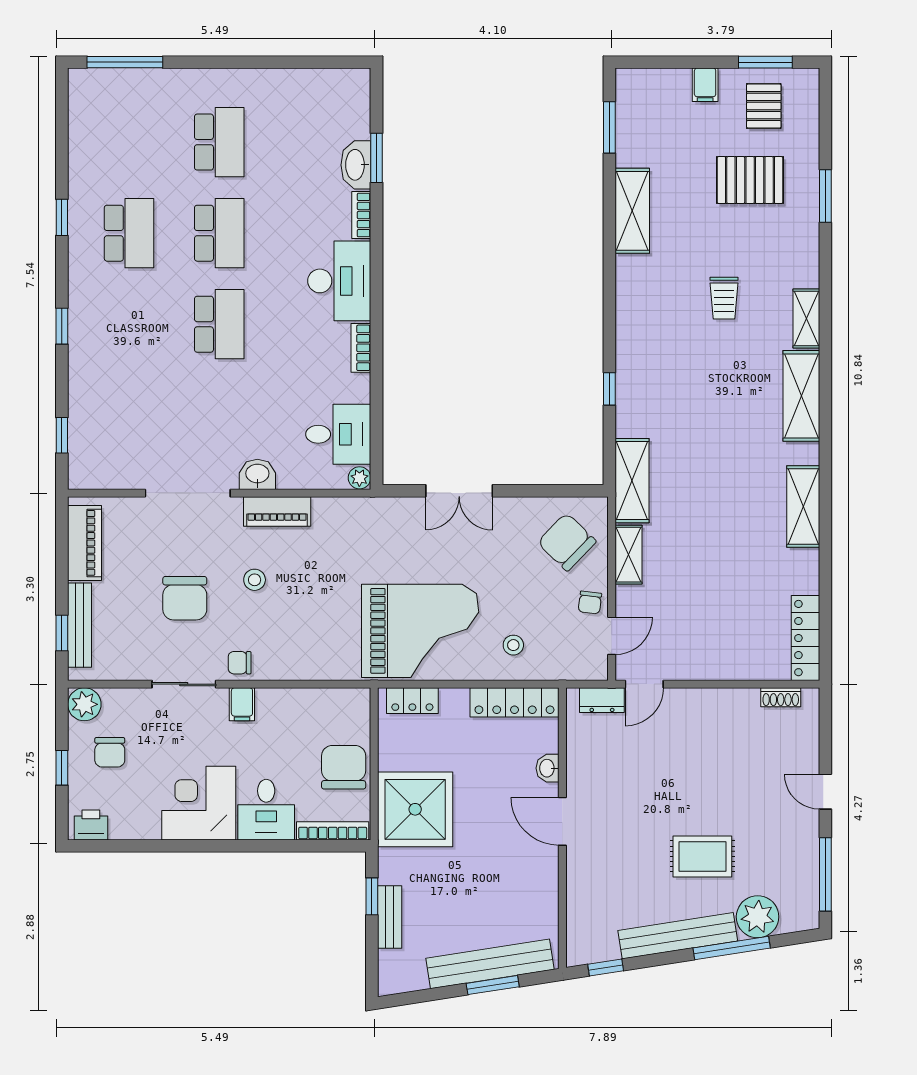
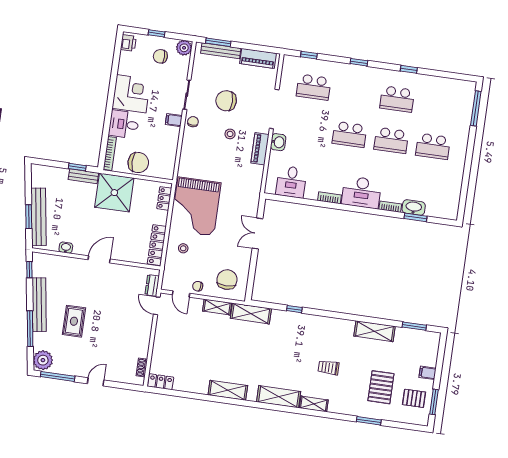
school desk: (129, 415) -> (314, 87), added
plant: (359, 478) -> (270, 189), removed
chair: (567, 542) -> (227, 280), turned -44
window: (62, 633) -> (218, 42), width x1.50
locker: (806, 638) -> (161, 382), width x0.66
washbasin: (548, 768) -> (66, 248), moved
bench: (390, 917) -> (83, 176), moved
plant: (758, 917) -> (43, 360), moved

